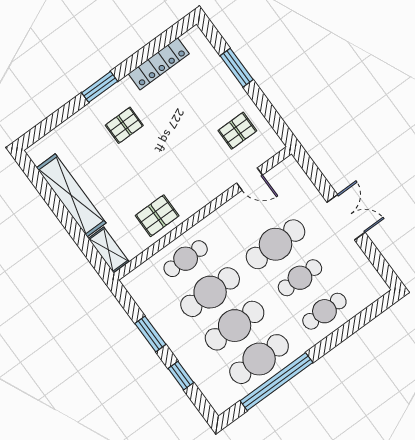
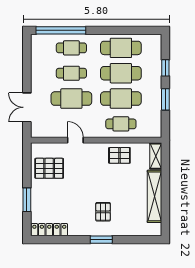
locker: (159, 64) -> (49, 230), moved
pallet: (124, 125) -> (103, 212), turned 90
pallet: (237, 131) -> (49, 168), width x1.50, depth x1.42
door: (250, 179) -> (75, 140), moved
double door: (346, 217) -> (27, 107), moved
window: (276, 382) -> (61, 30), moved

